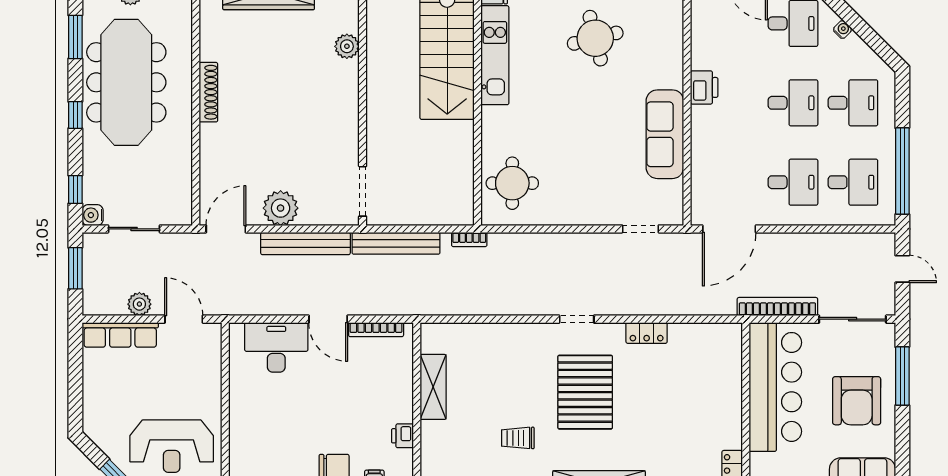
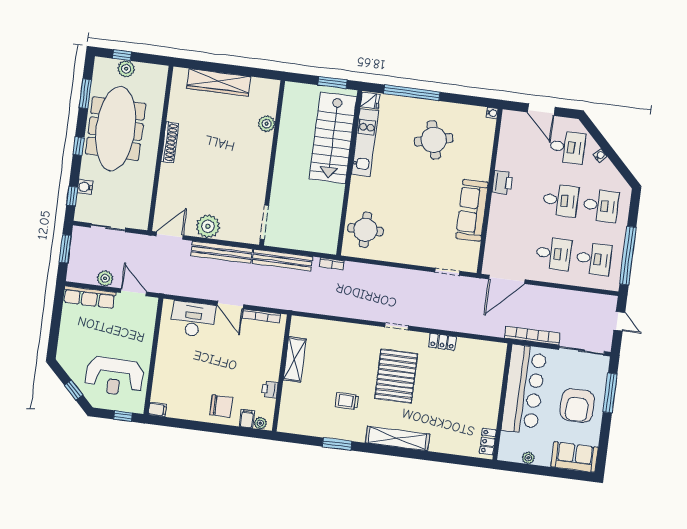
water cooler: (93, 215) -> (85, 187), moved

